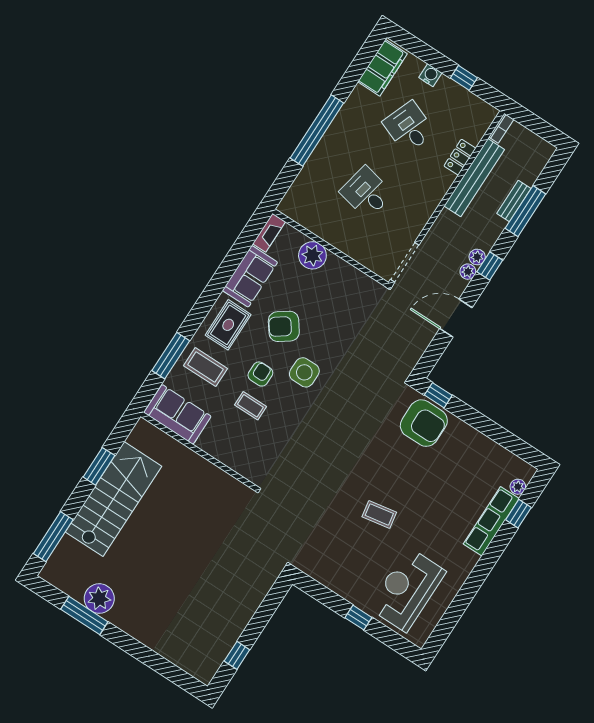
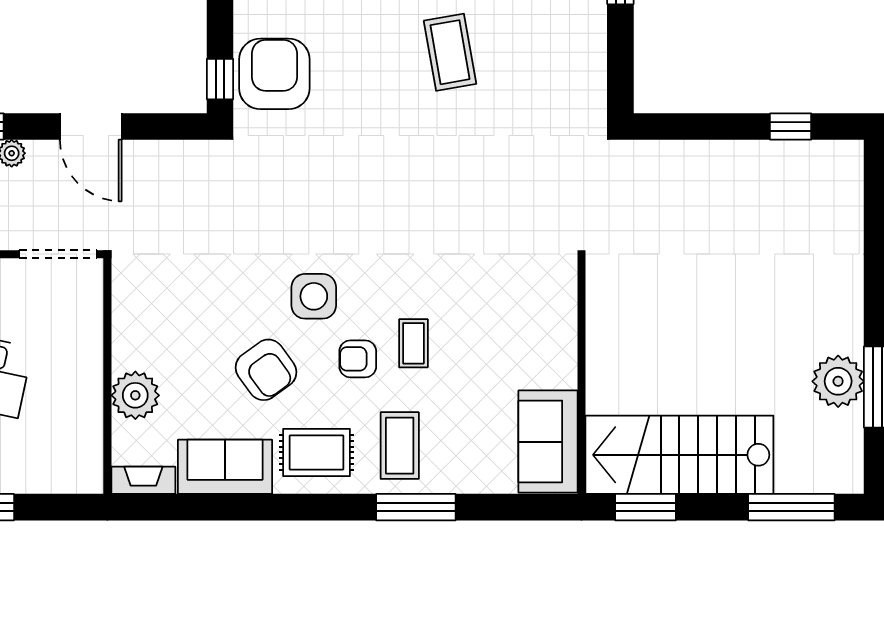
sofa: (177, 414) -> (548, 442), moved
wall: (199, 451) -> (581, 376), moved
coffee table: (379, 514) -> (450, 52), width x1.36, depth x1.30

